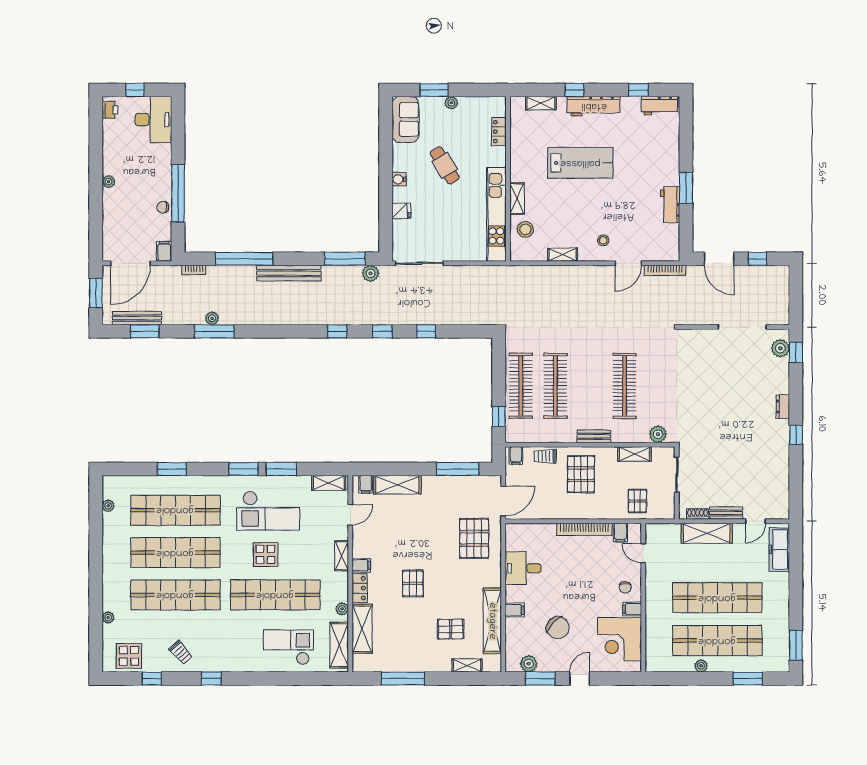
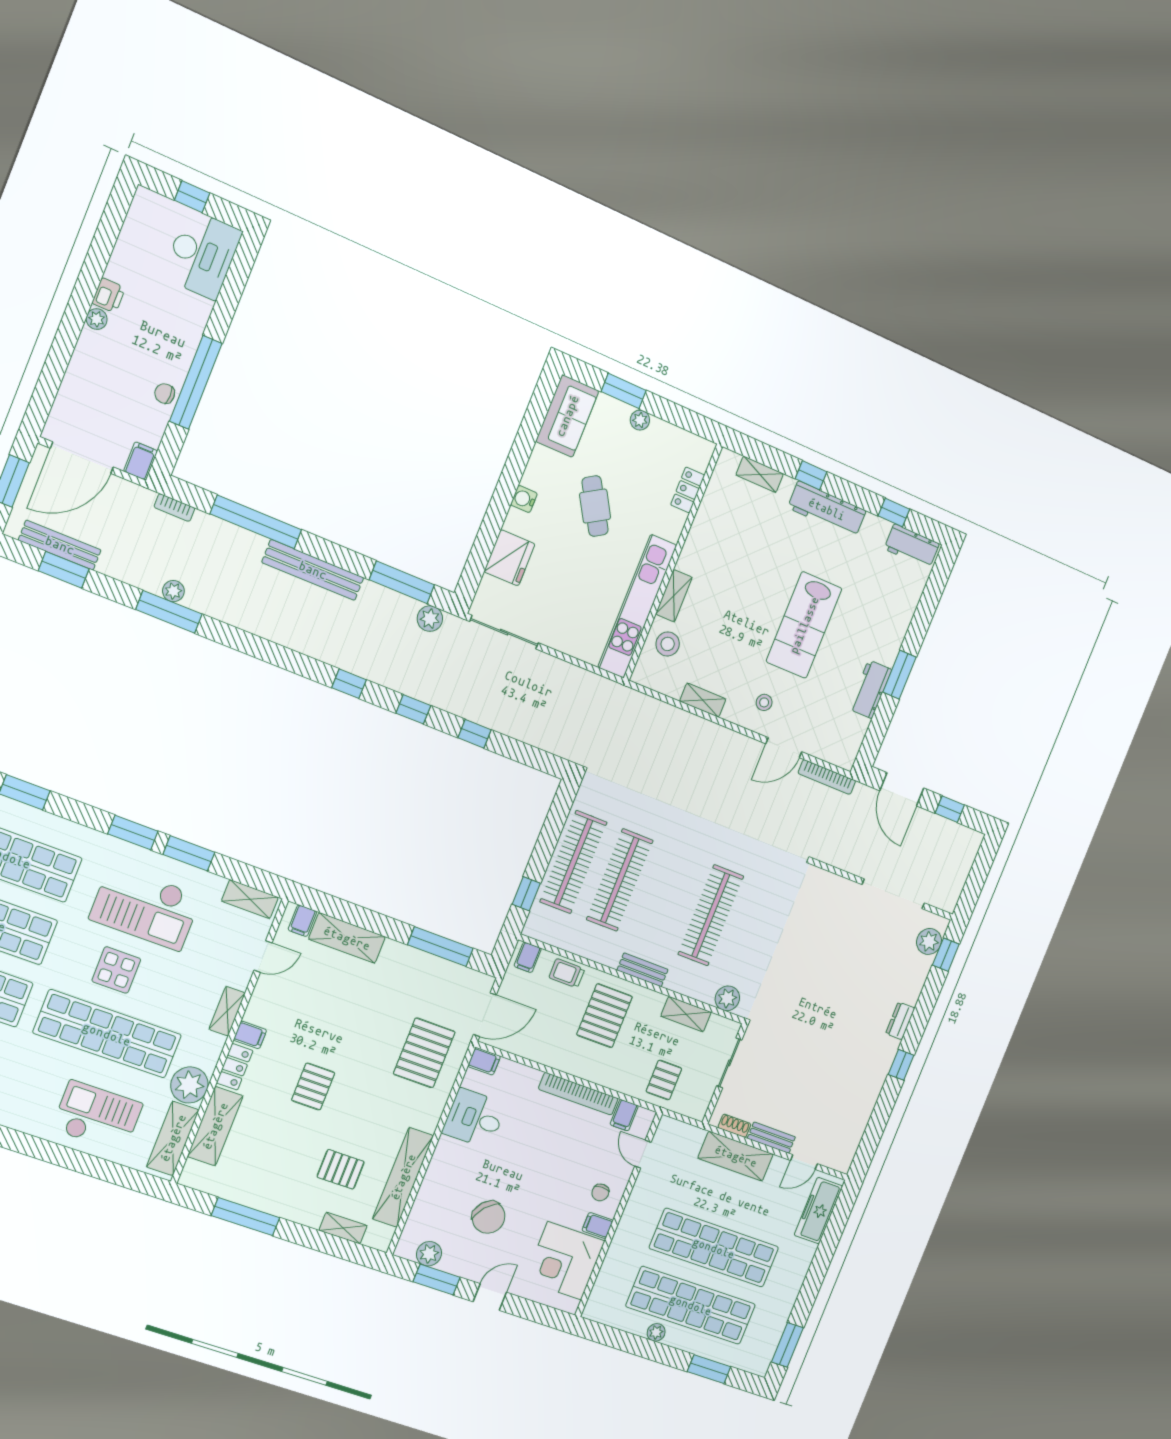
printer: (110, 110) -> (109, 295), moved
lab bench: (580, 163) -> (804, 625), moved, turned 90
fridge: (401, 211) -> (510, 558), width x1.88, depth x1.34
plant: (342, 609) -> (189, 1085), width x1.88, depth x1.88
filing cabinet: (515, 610) -> (484, 1061), moved

